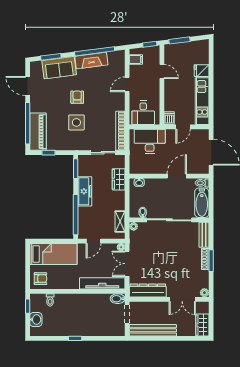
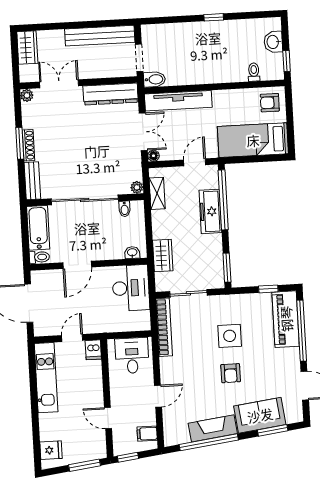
fridge: (202, 71) -> (51, 450), moved
desk: (150, 141) -> (131, 288), moved, turned -90
freezer: (85, 191) -> (210, 211), moved

